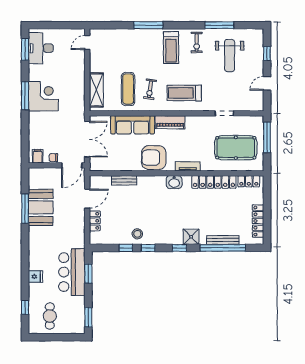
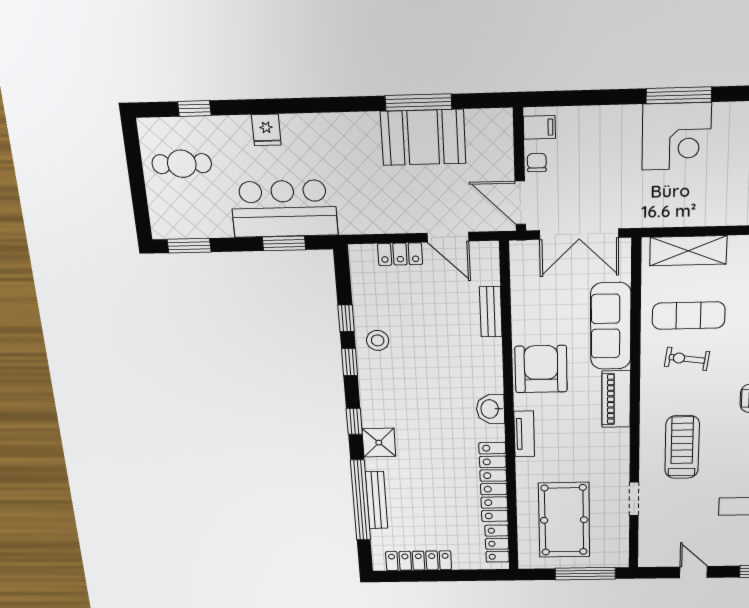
treadmill: (184, 93) -> (682, 447), moved

